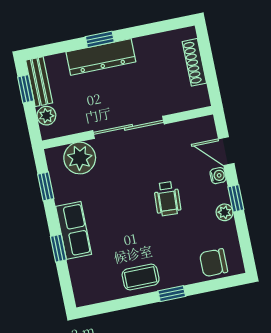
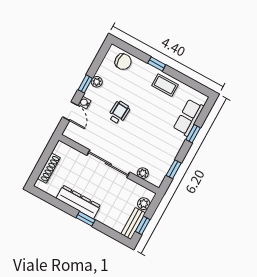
dresser: (101, 57) -> (78, 202), moved
plant: (80, 158) -> (143, 173), width x0.53, depth x0.53
row of seats: (74, 230) -> (188, 117), moved

